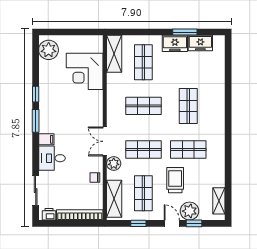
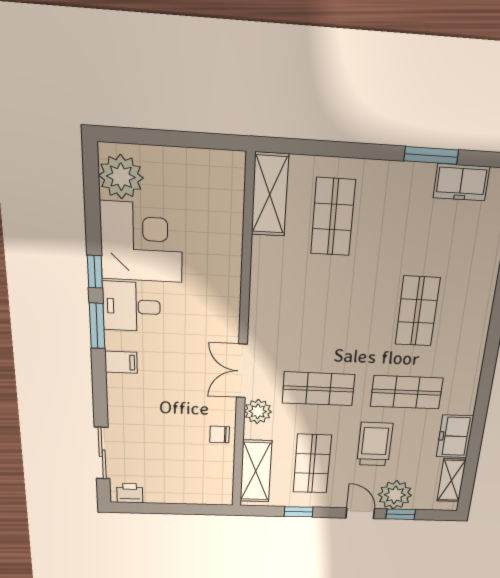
freezer: (175, 43) -> (455, 436), moved, turned 90
corner desk: (85, 71) -> (141, 242), moved, turned 180
shop shelf: (143, 106) -> (325, 307), removed
desk: (52, 158) -> (132, 307), moved
bookcase: (80, 215) -> (189, 496), removed

